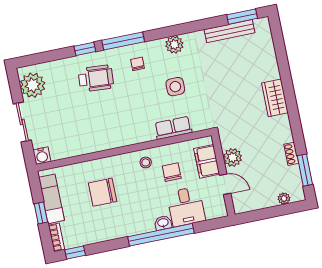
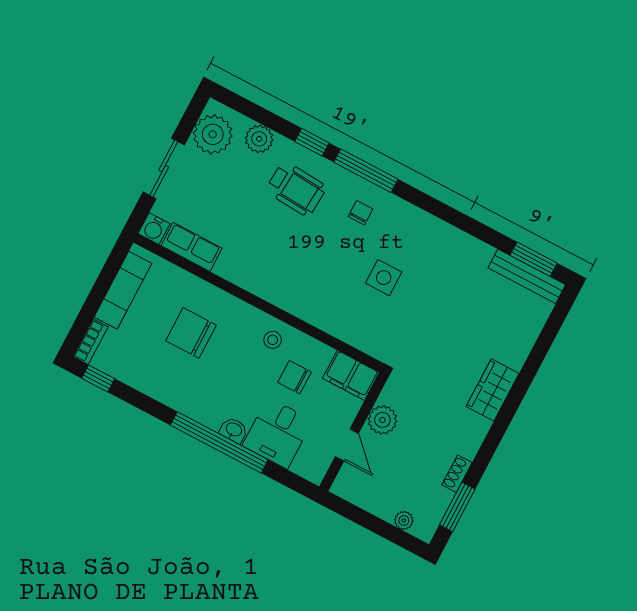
bench: (230, 31) -> (527, 276), moved
plant: (174, 45) -> (259, 139), moved
row of seats: (173, 128) -> (191, 247), moved
filing cabinet: (207, 161) -> (351, 375), moved, turned -90
chair: (172, 172) -> (294, 377), turned -90
window: (41, 213) -> (96, 297), removed

